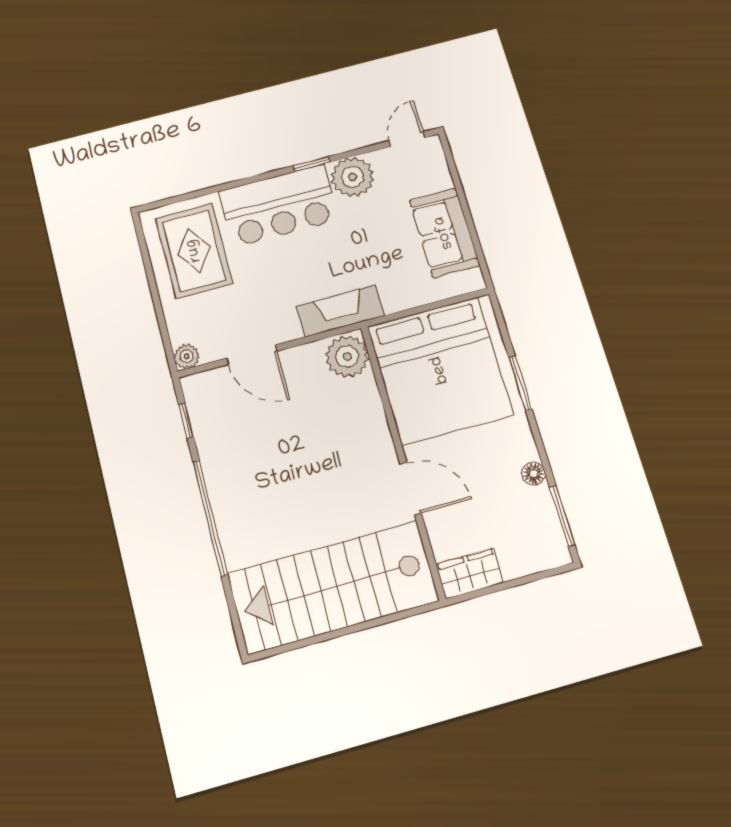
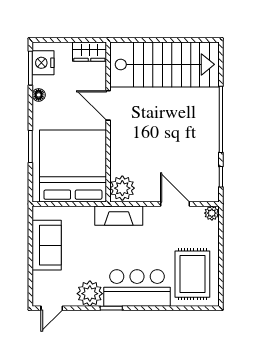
nightstand: (543, 531) -> (43, 63), added

